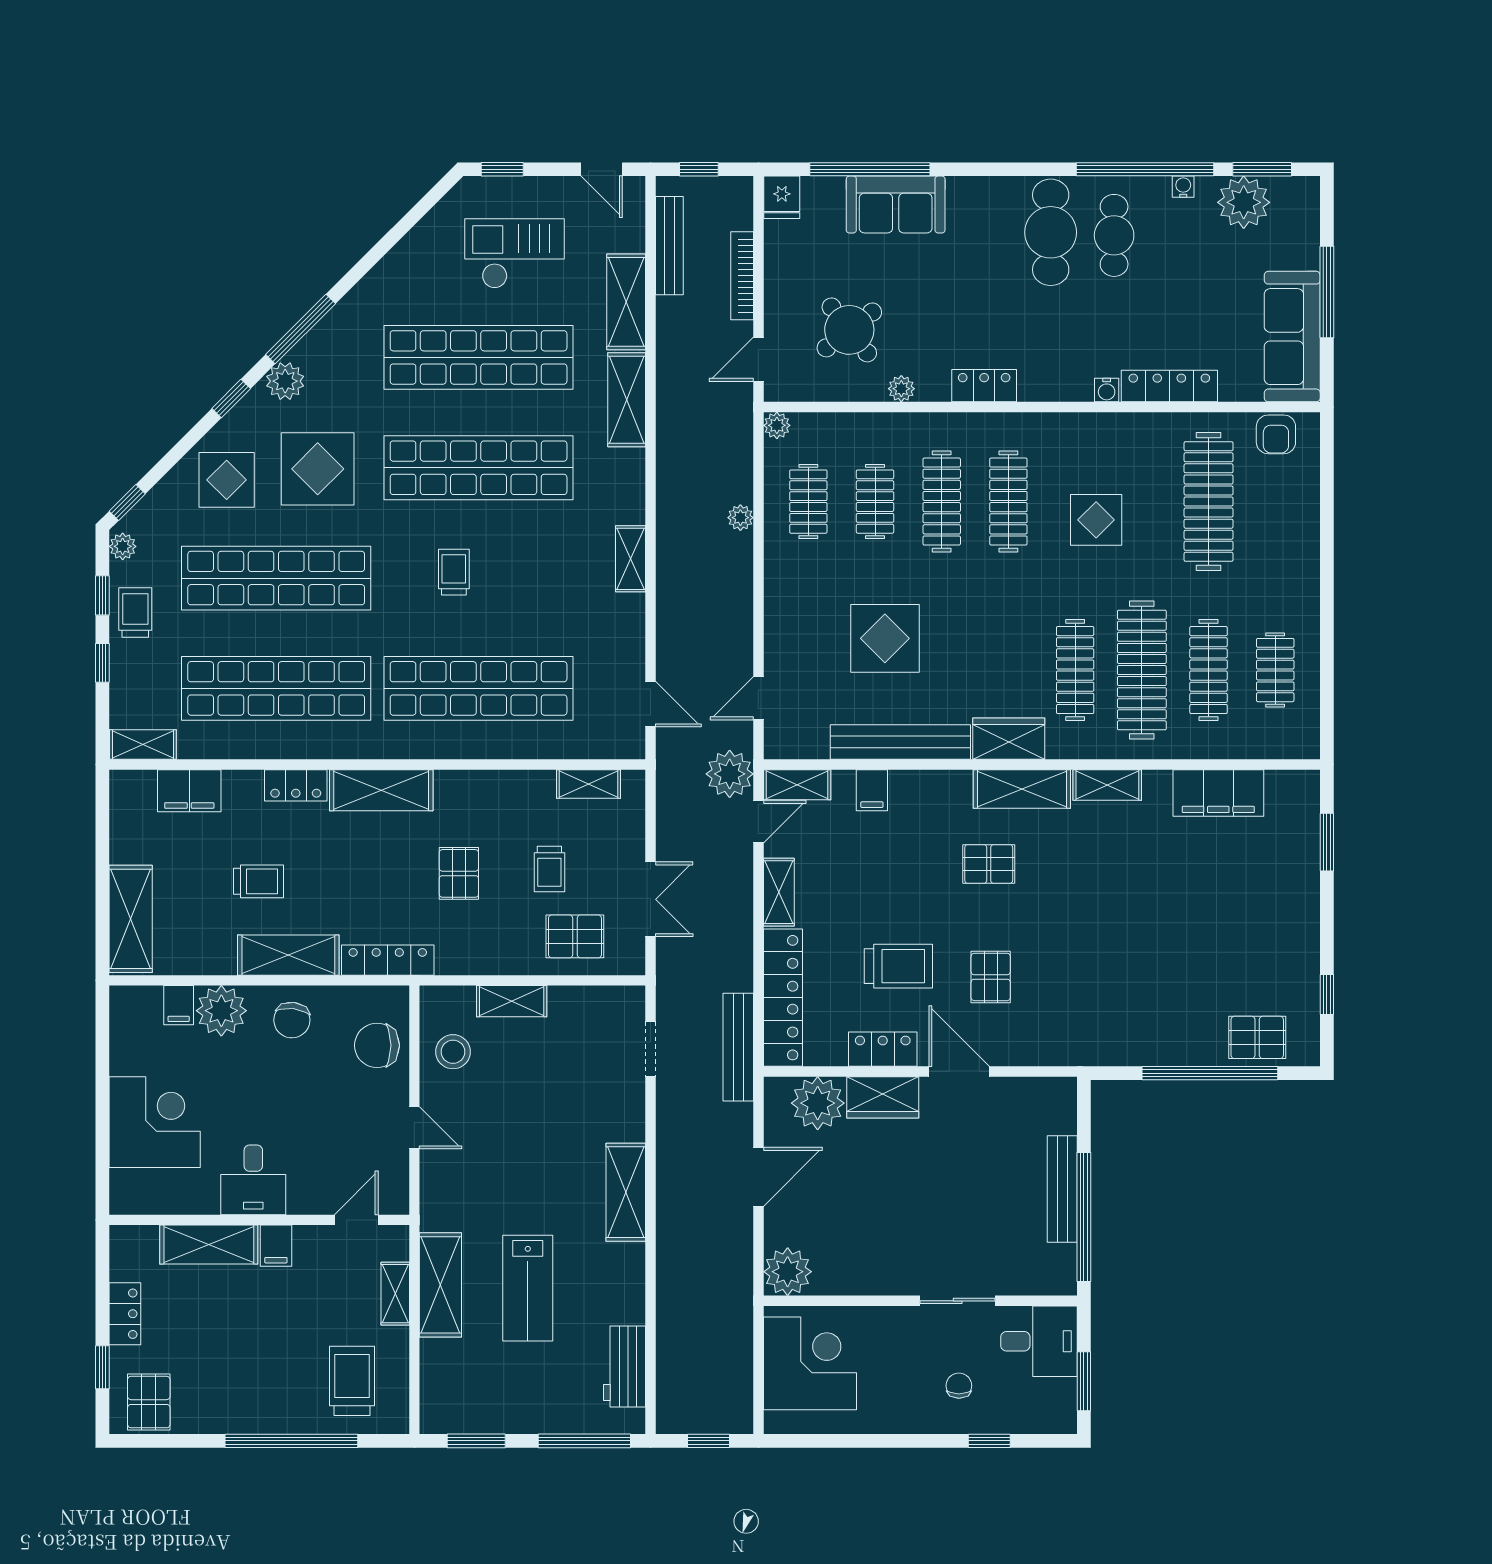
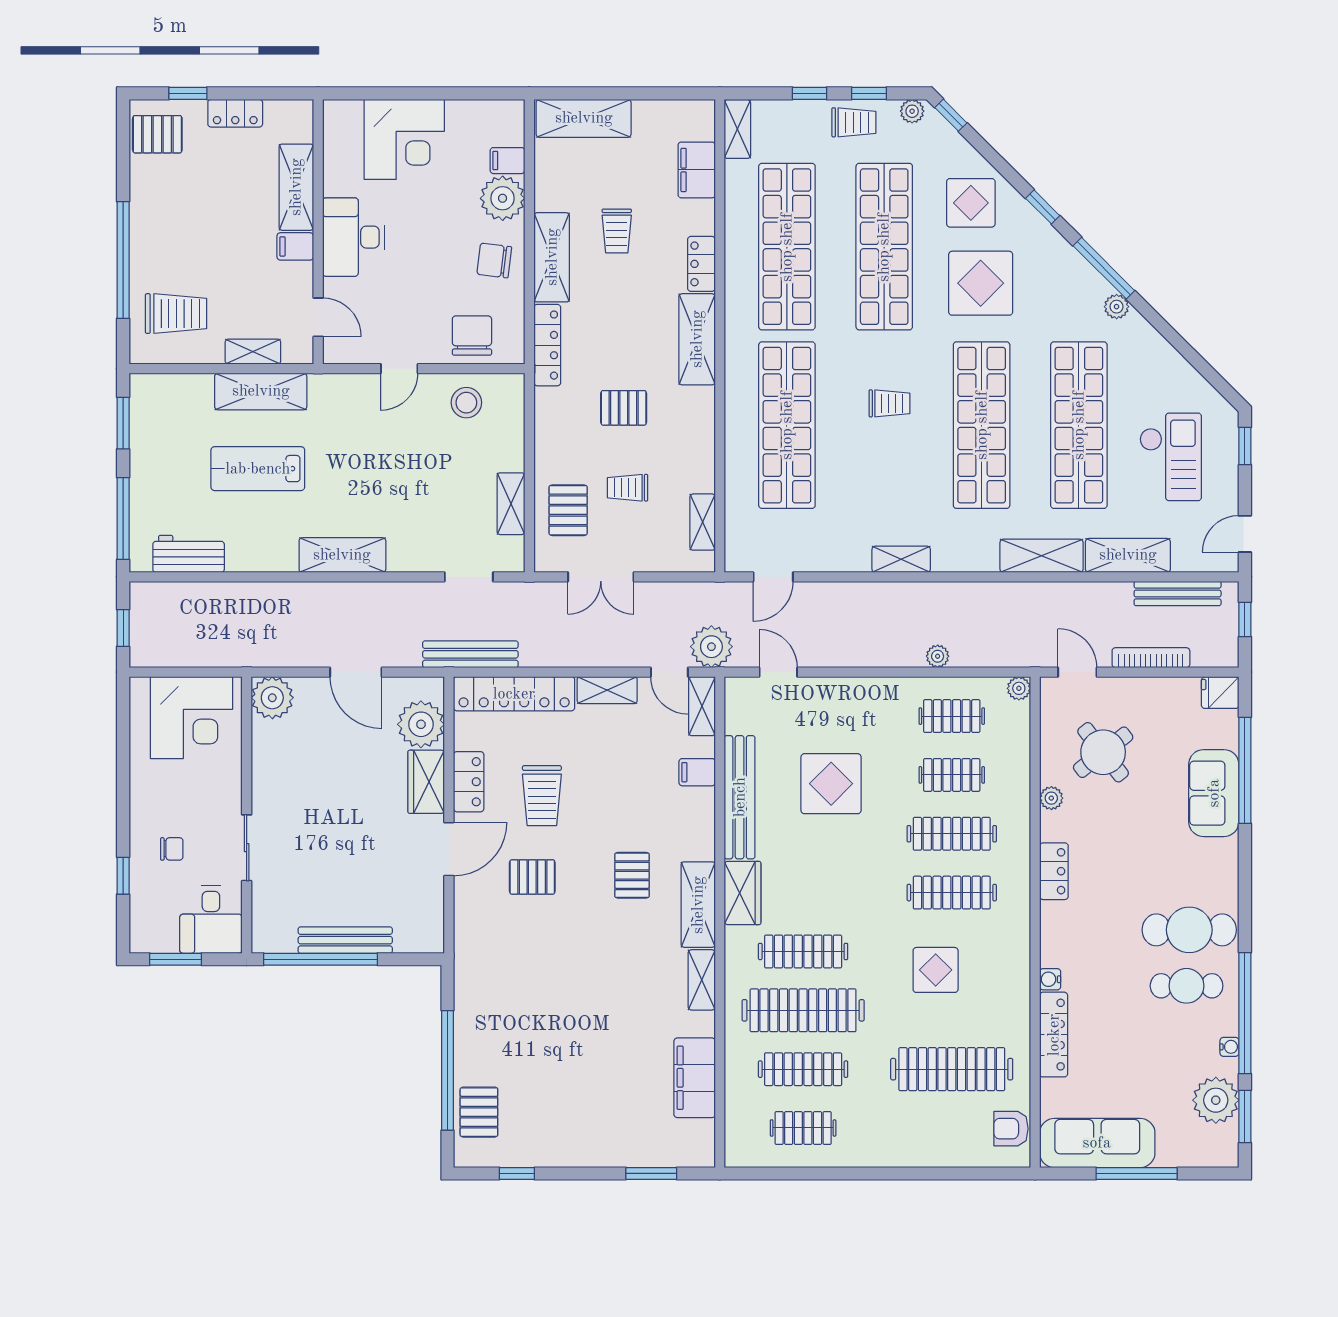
plant: (285, 381) -> (1117, 307), moved, width x0.73, depth x0.73
shelving: (512, 1001) -> (511, 504), moved
desk: (253, 1180) -> (353, 237), width x1.37

